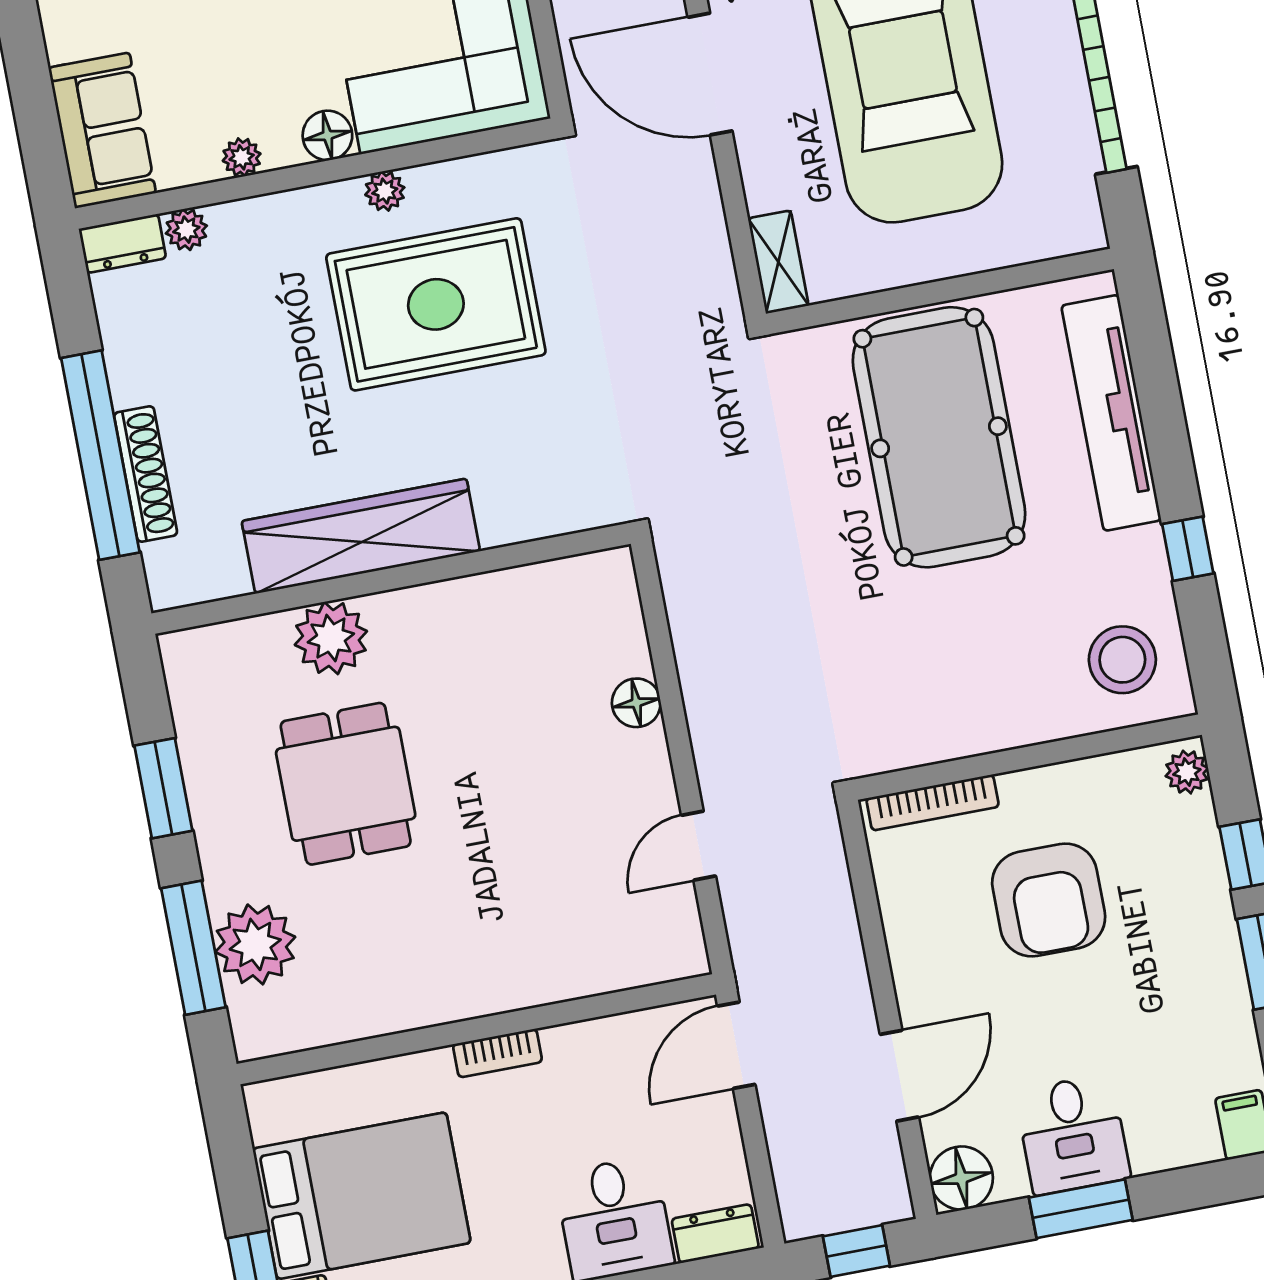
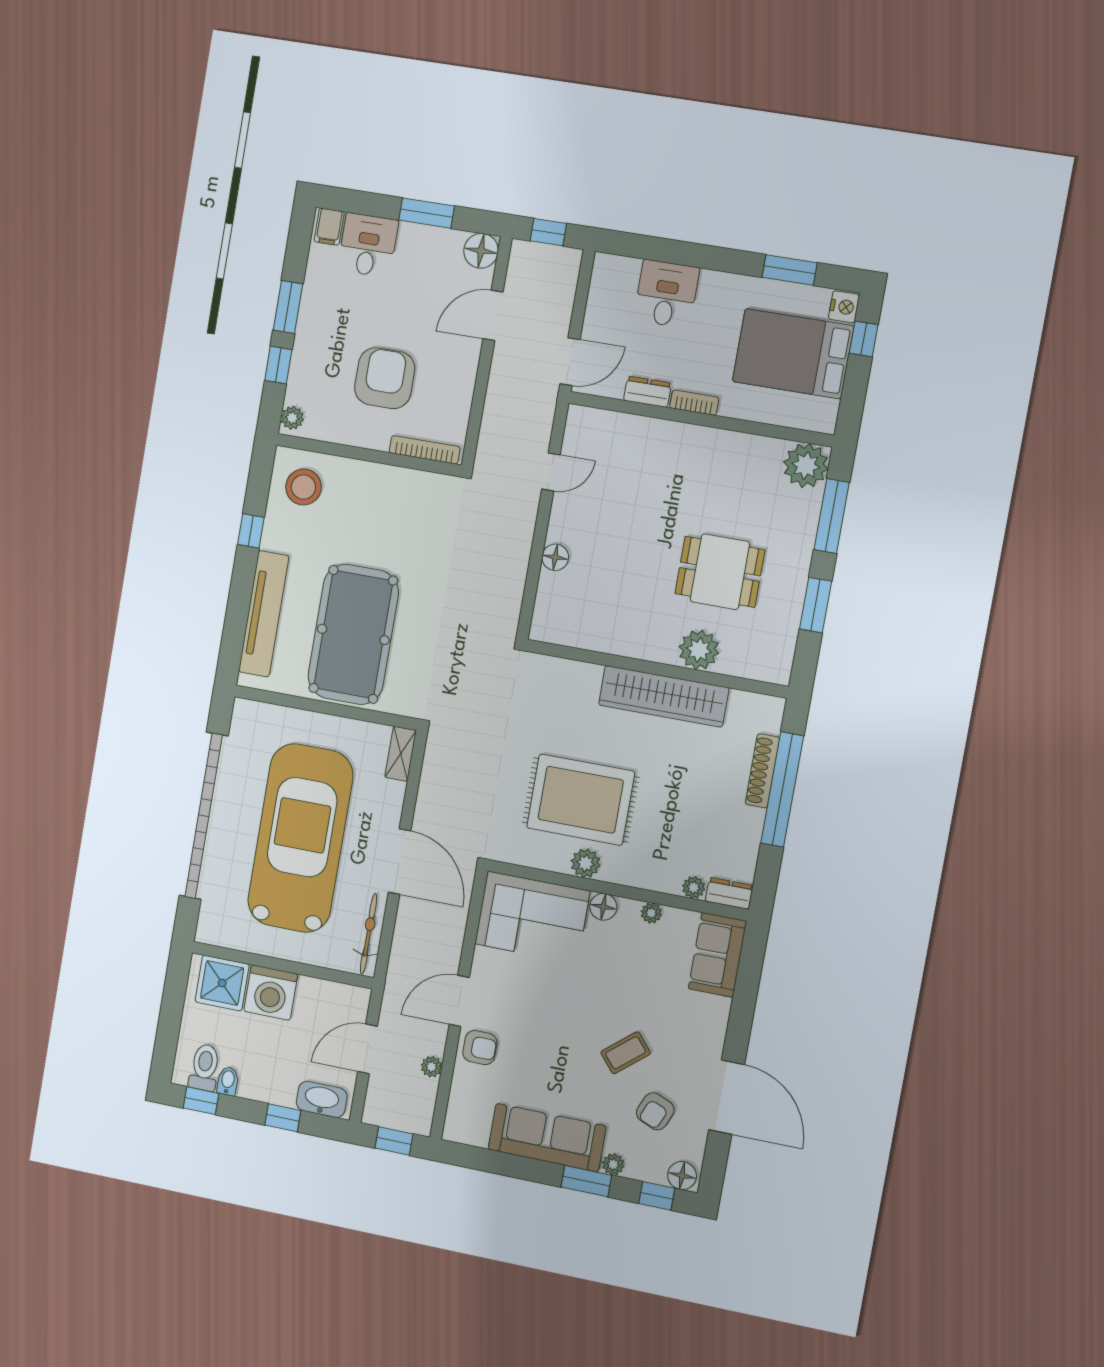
plant: (385, 191) -> (586, 863), width x1.38, depth x1.38
dining table: (346, 784) -> (720, 572), turned 90
plant: (255, 944) -> (806, 465), moved
desk: (1073, 1135) -> (368, 245), moved
dresser: (715, 1234) -> (647, 392), moved, turned 180

